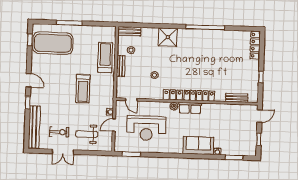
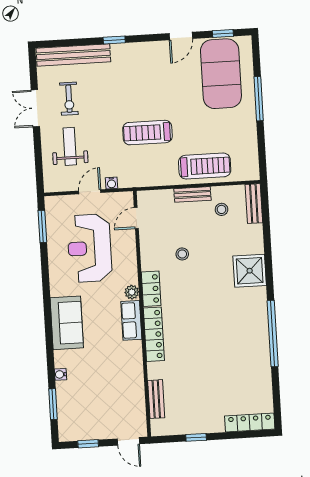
door: (28, 80) -> (181, 36), moved
door: (114, 125) -> (90, 192), hinge flipped
sofa: (198, 146) -> (67, 323), moved

